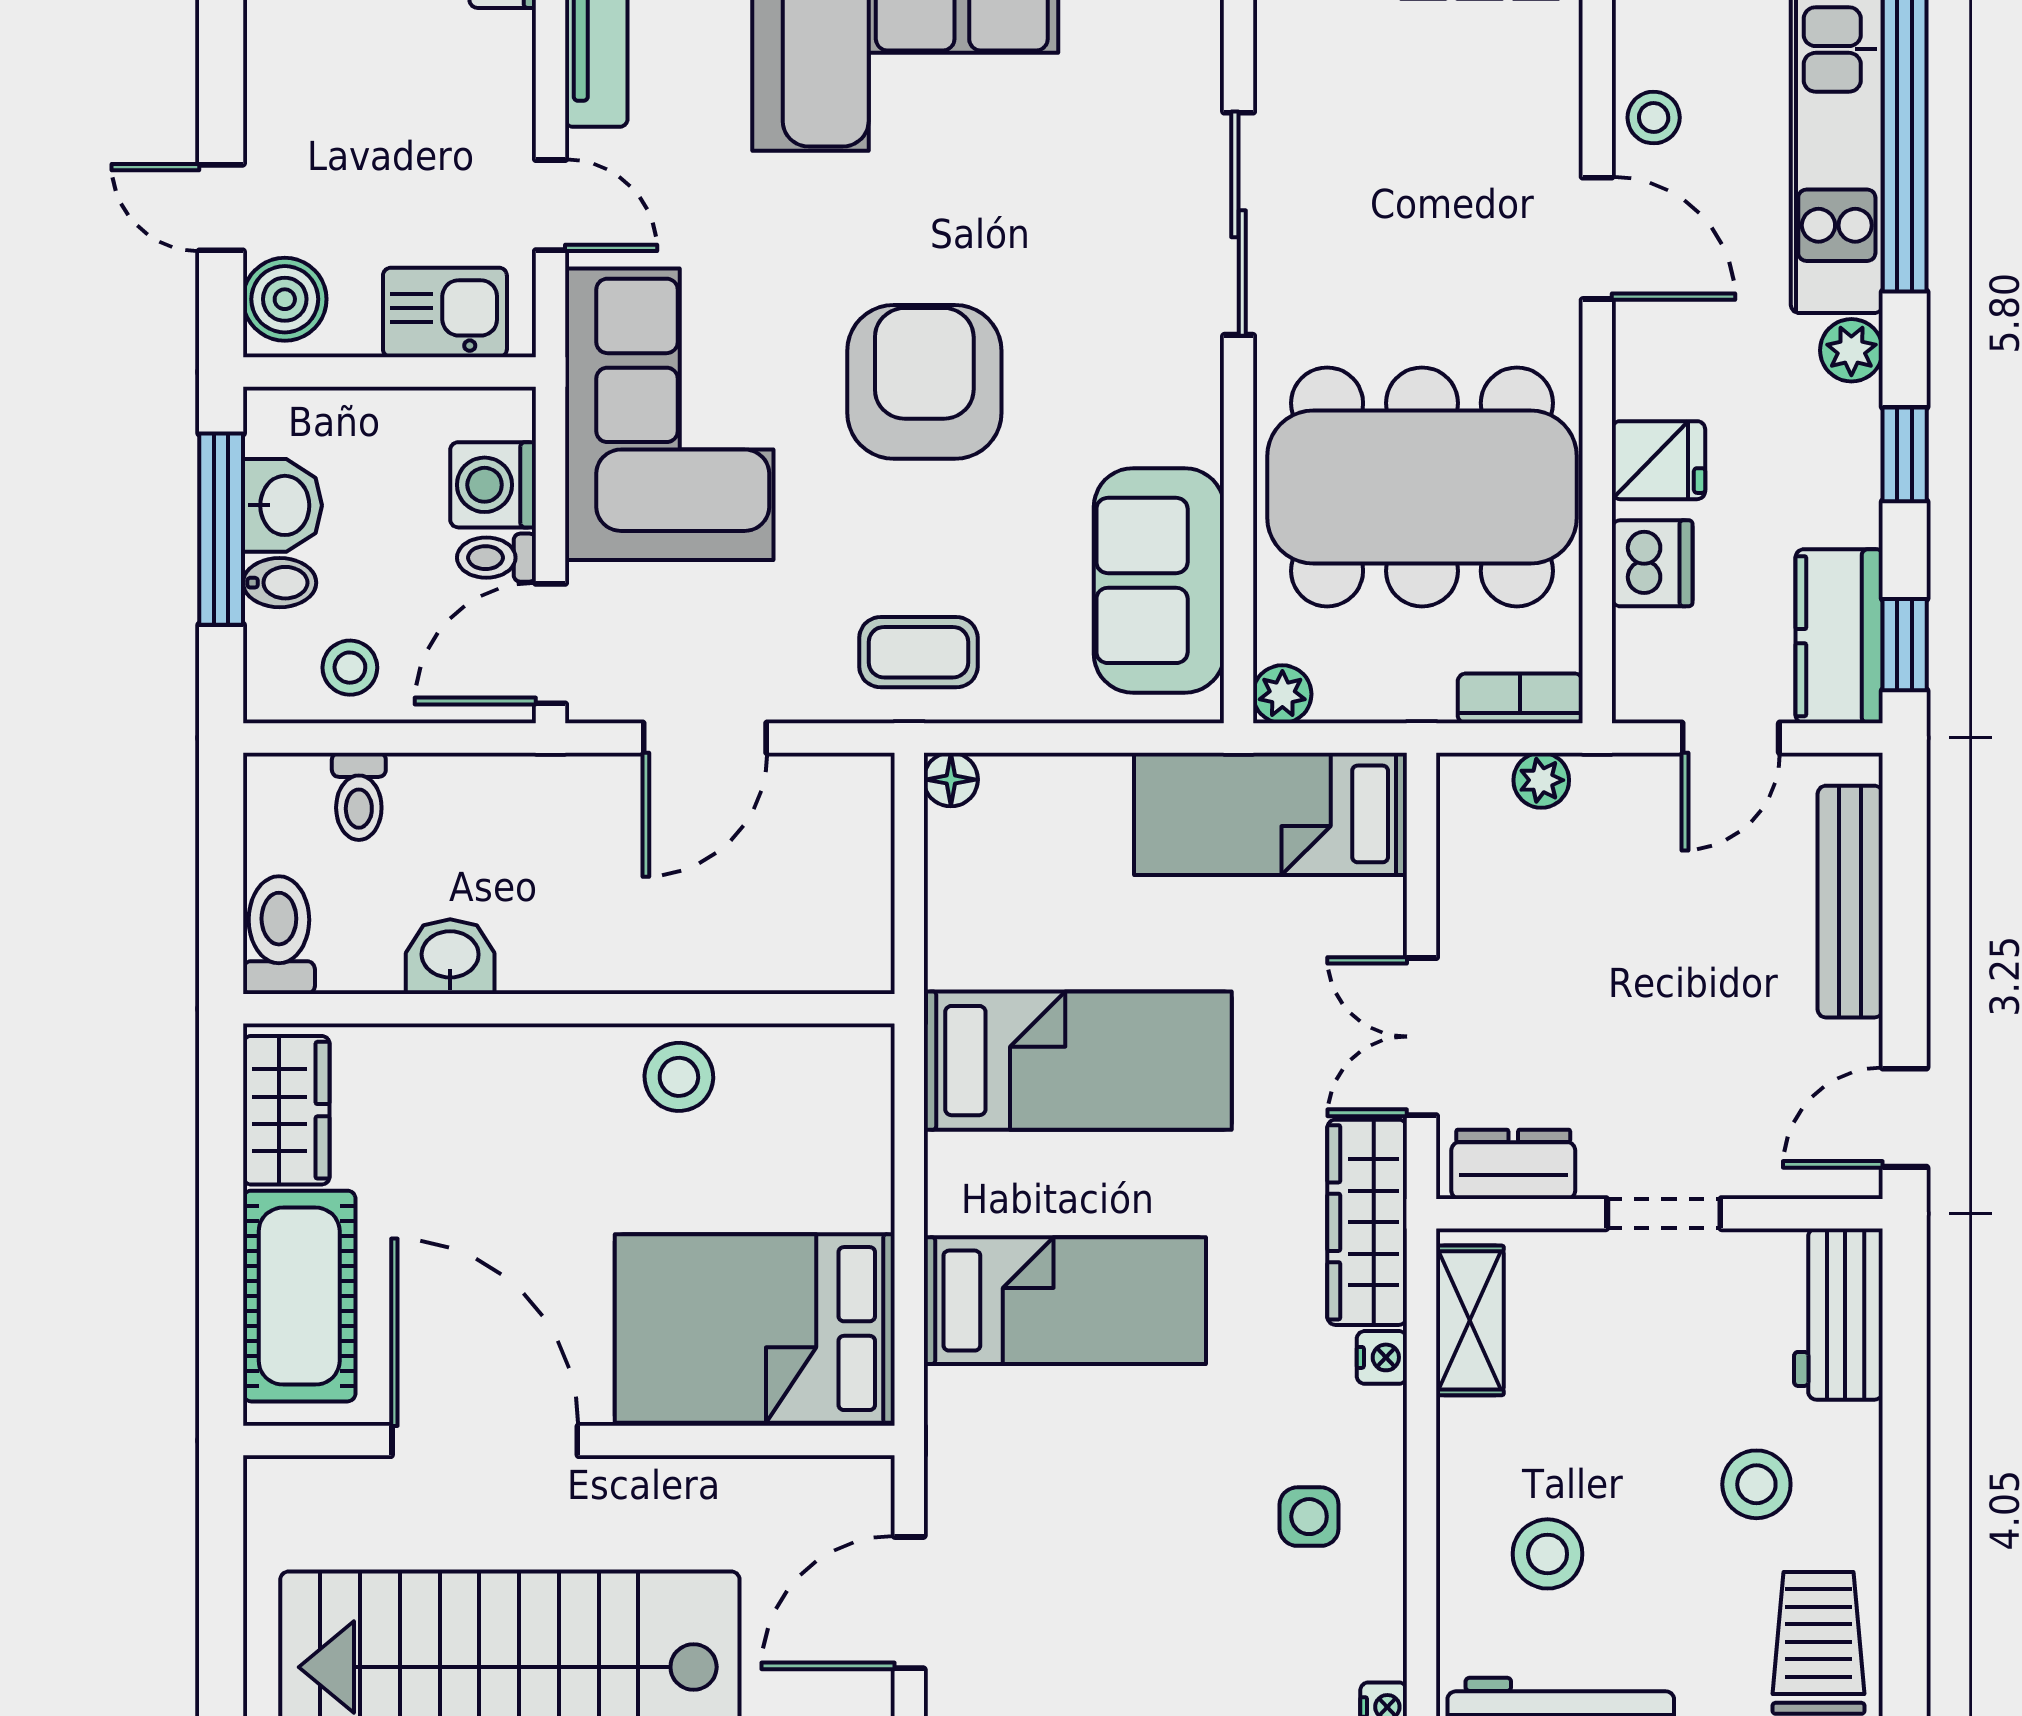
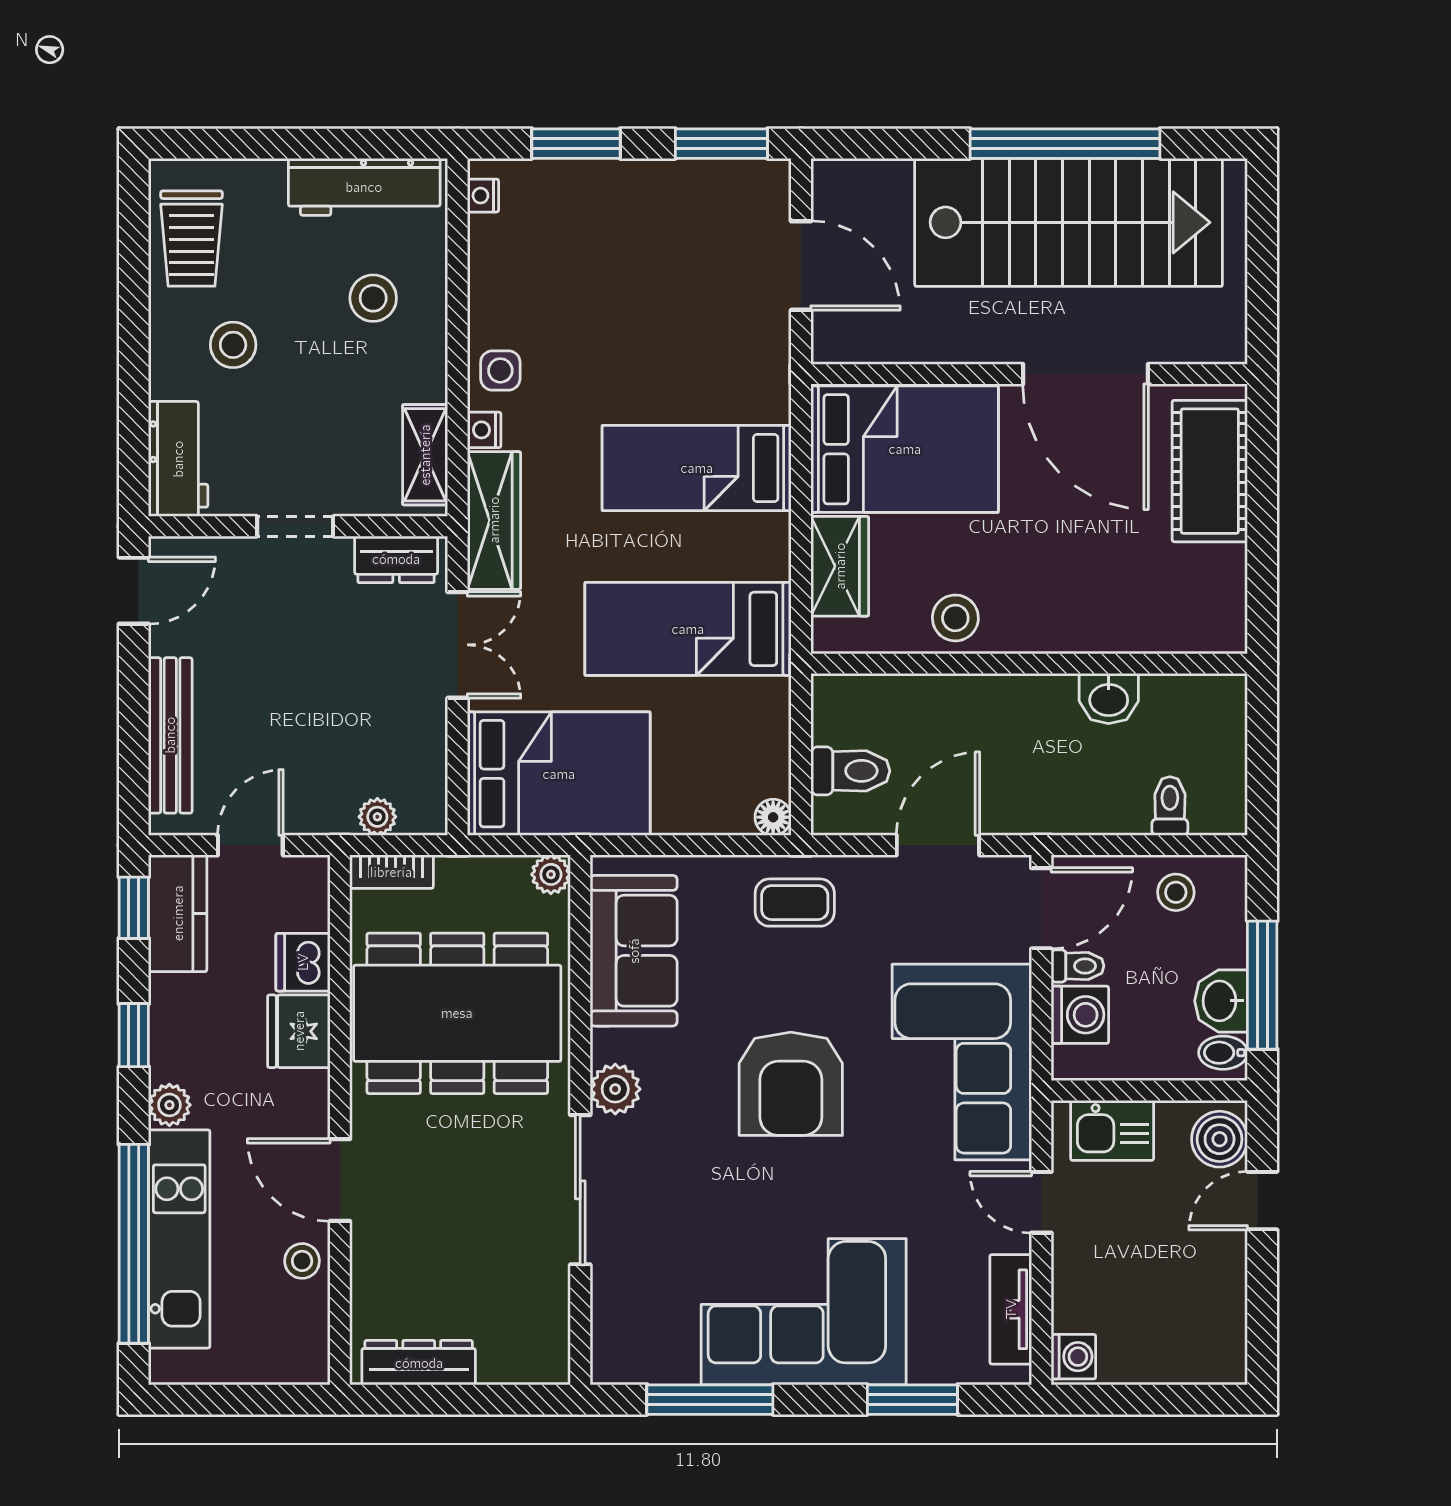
door: (221, 208) -> (1262, 1201), swing flipped
plant: (1186, 374) -> (615, 1089), added
fridge: (1658, 460) -> (299, 1031), width x1.38
bidet: (280, 583) -> (1223, 1053), moved
bed: (1271, 814) -> (559, 774), width x1.50
toilet: (279, 935) -> (850, 771), moved, turned -90
wardrobe: (286, 1110) -> (840, 566), moved, turned 180
side table: (1309, 1517) -> (500, 370), moved
door: (909, 1603) -> (801, 266), hinge flipped

